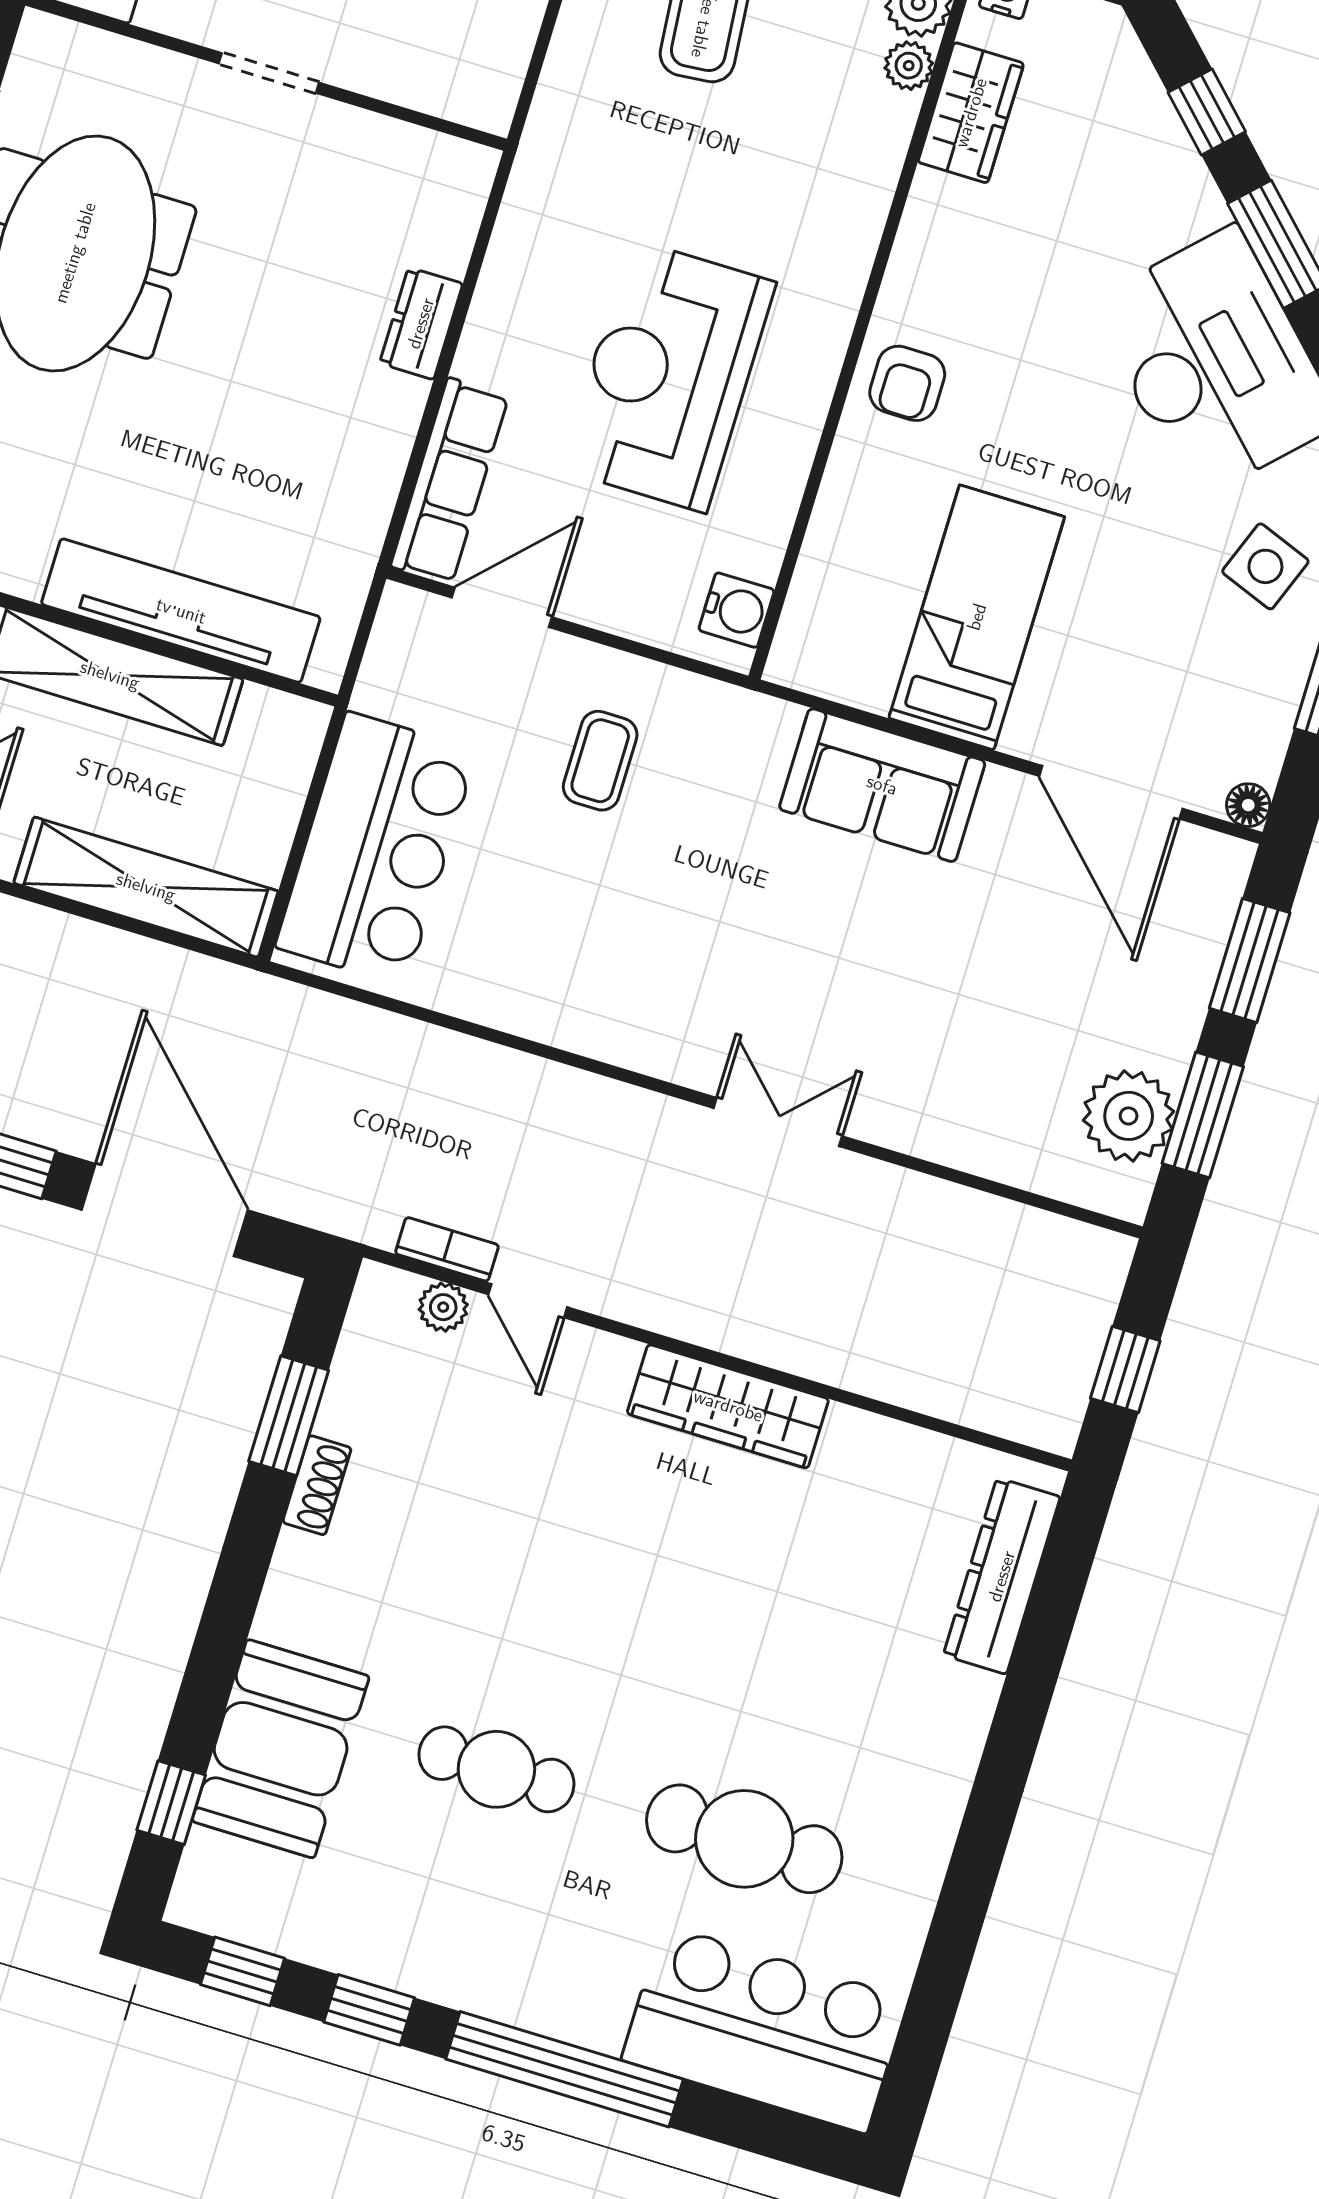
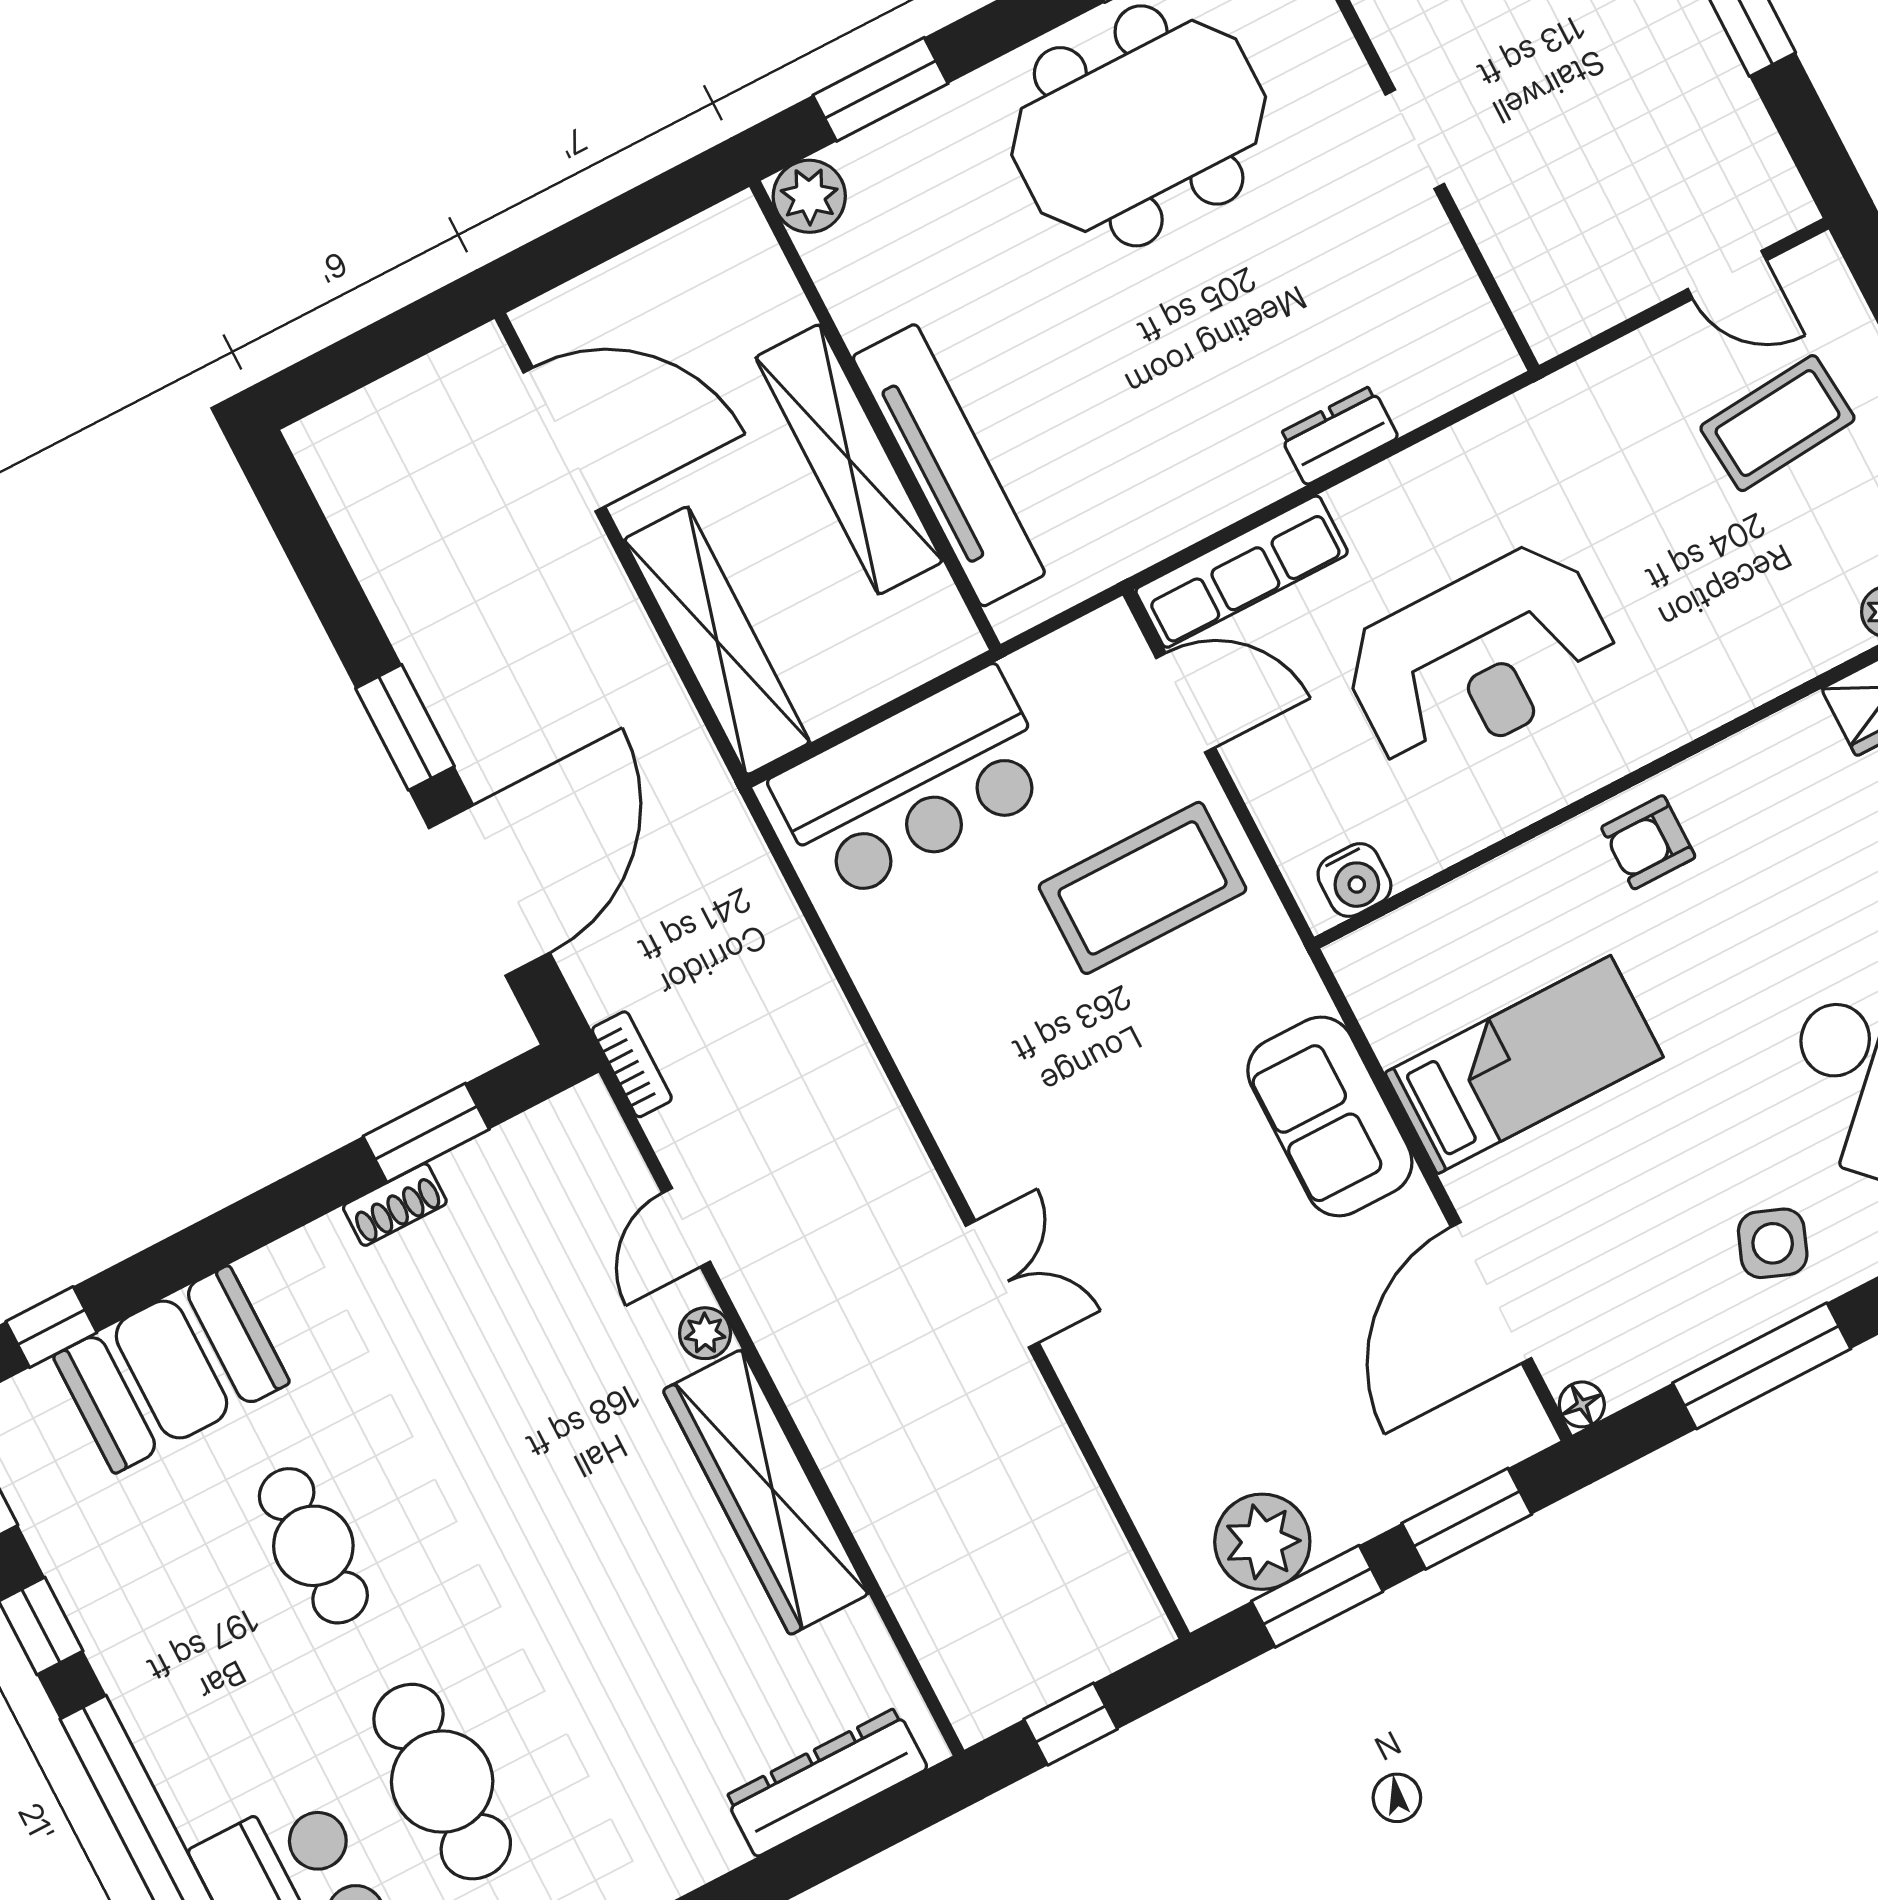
reception desk: (669, 376) -> (1480, 659), turned 180
coffee table: (600, 761) -> (1143, 888), width x1.86, depth x1.72
bookcase: (447, 1249) -> (632, 1064), moved
plant: (443, 1307) -> (705, 1333), moved
wardrobe: (728, 1406) -> (766, 1492), width x1.40, depth x1.17

